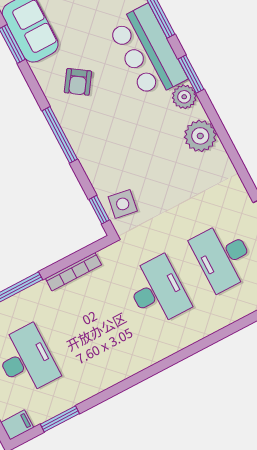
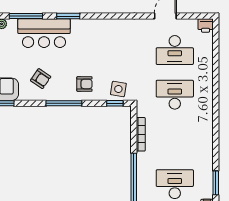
plant: (184, 97) -> (78, 26), removed
plant: (200, 136) -> (104, 28), removed
armchair: (104, 150) -> (84, 84), added

